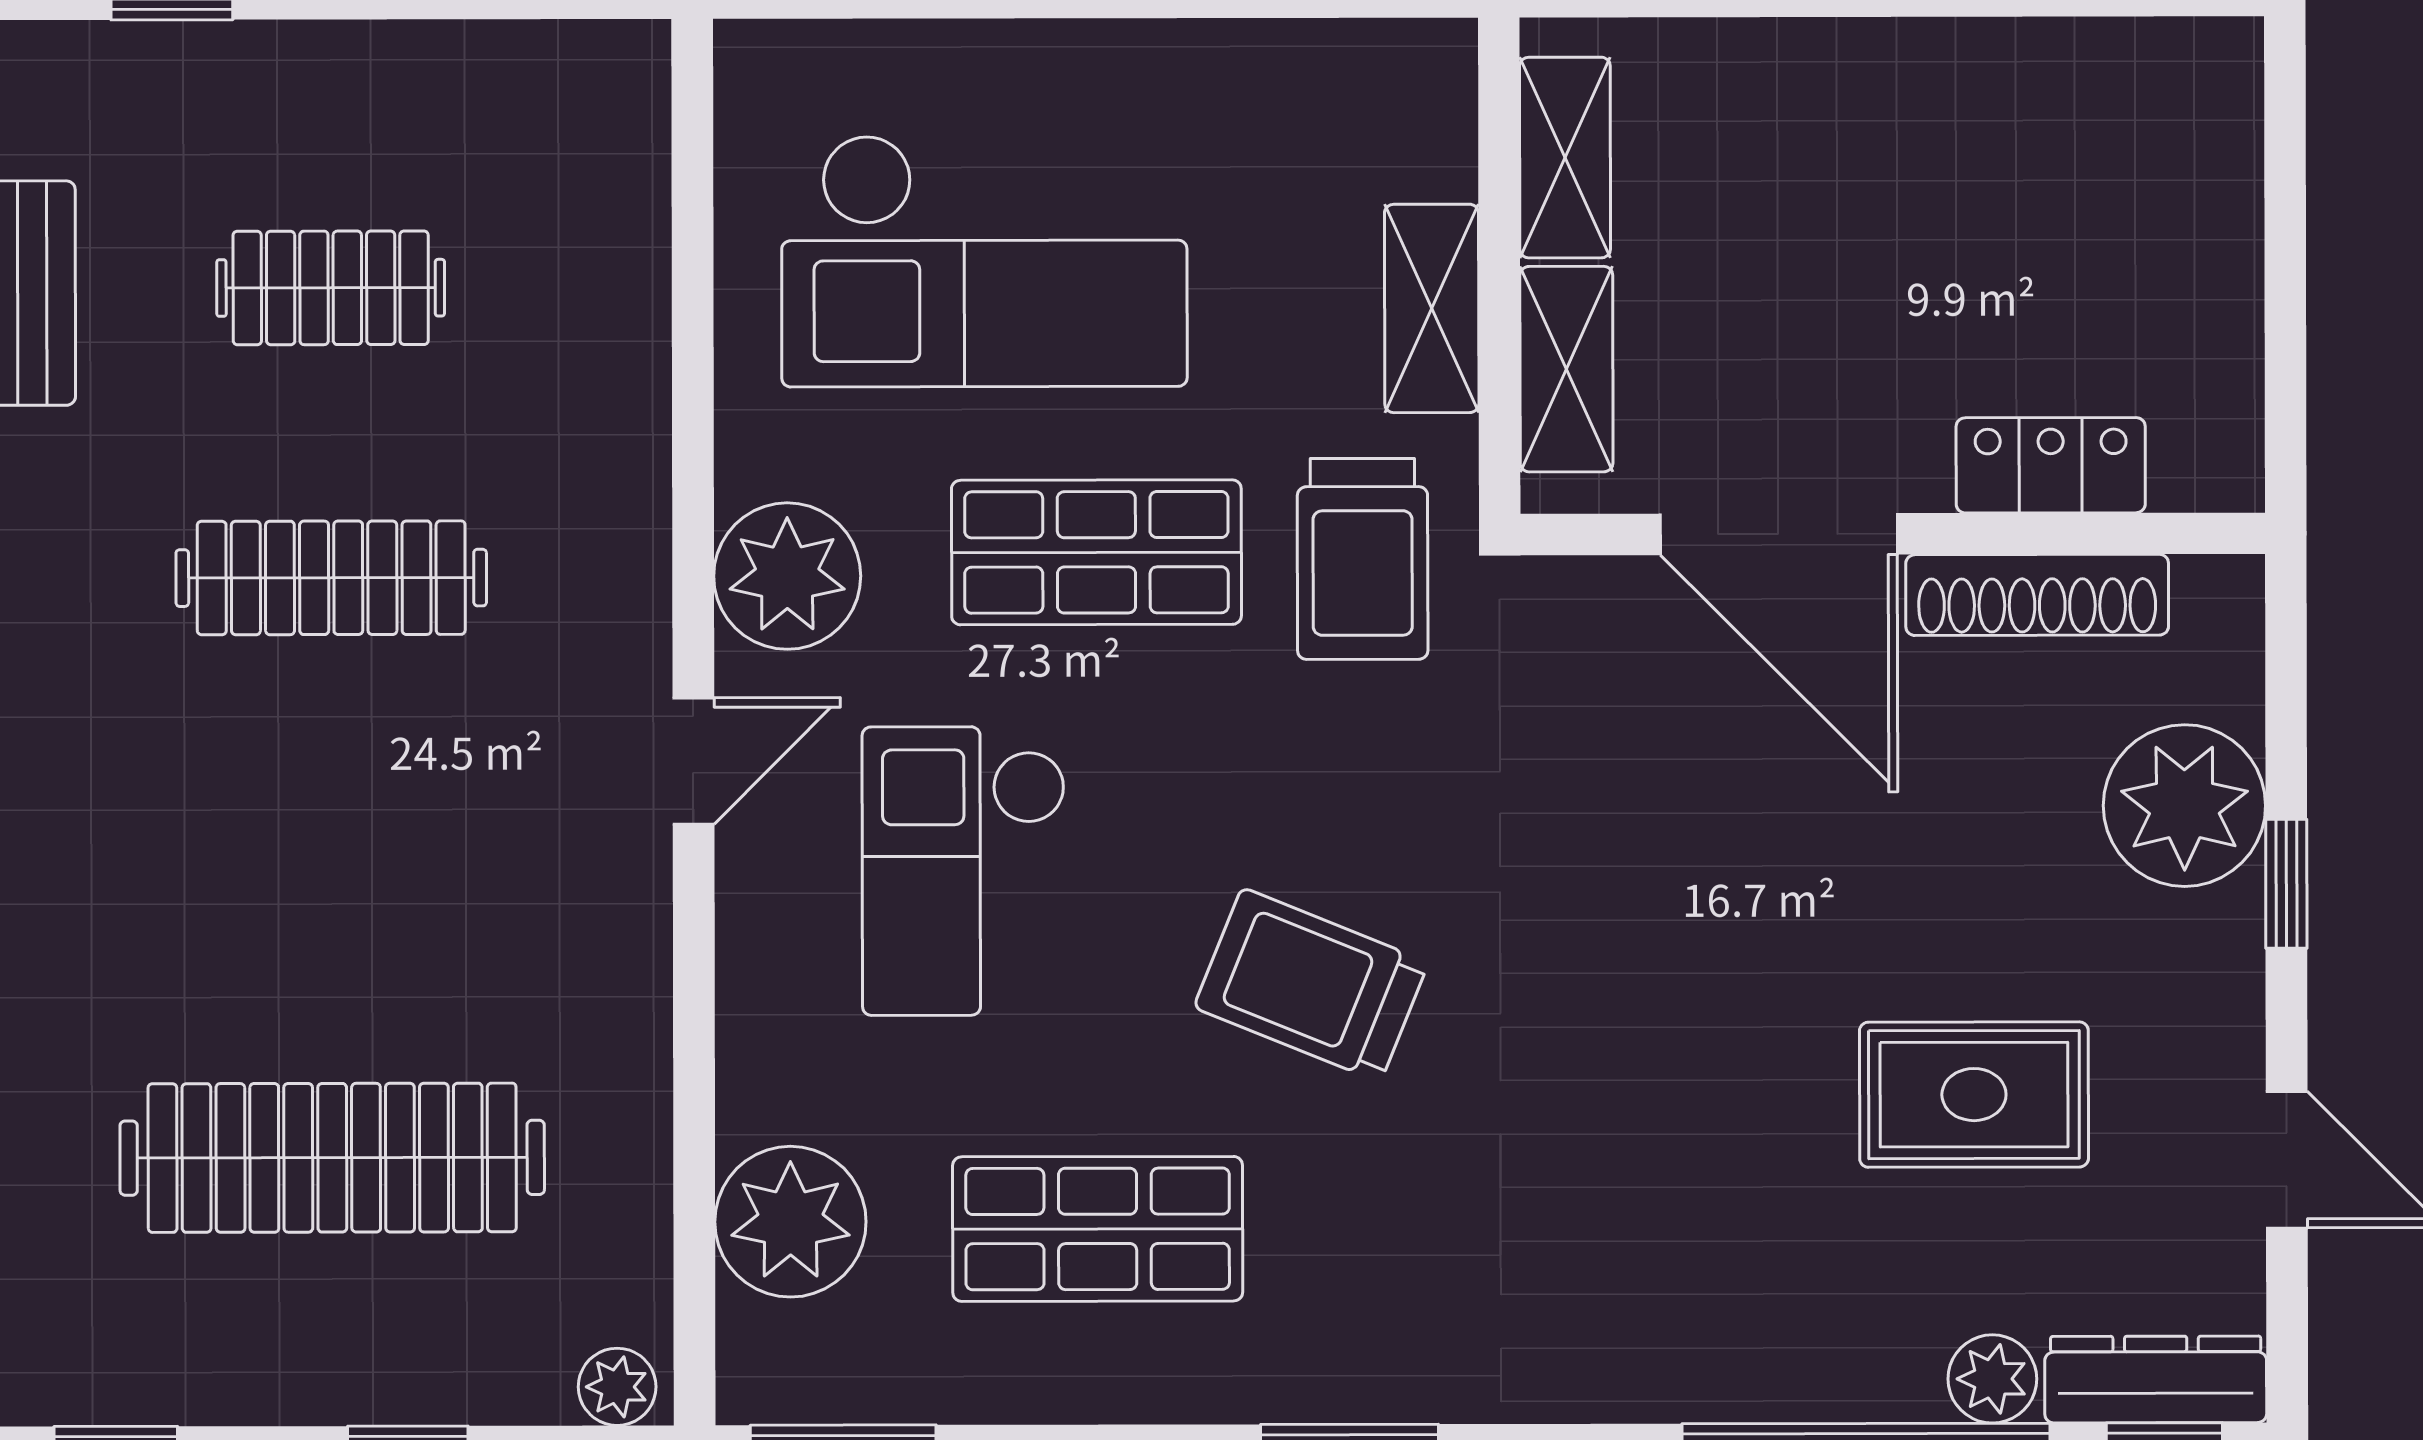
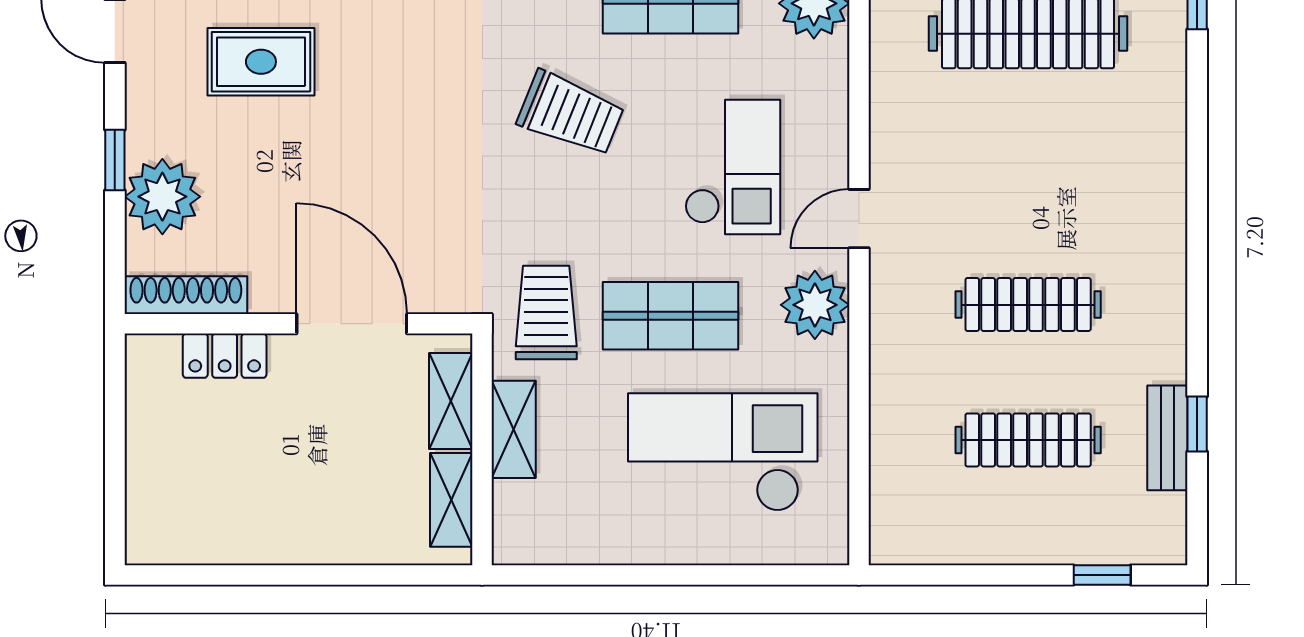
clothes rail: (331, 288) -> (1028, 440), width x1.36
shoe rack: (2037, 595) -> (186, 295), moved

